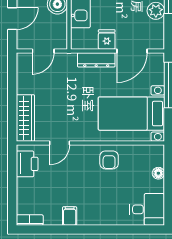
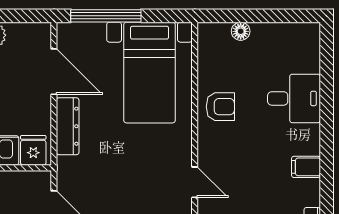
fridge: (107, 39) -> (33, 150), moved, turned 90
desk: (147, 209) -> (294, 98), moved, turned 90

